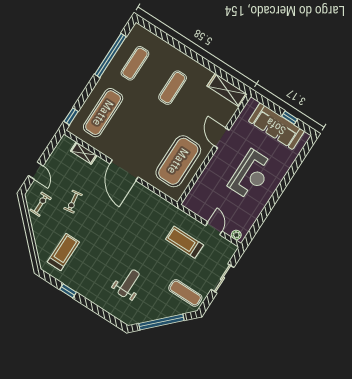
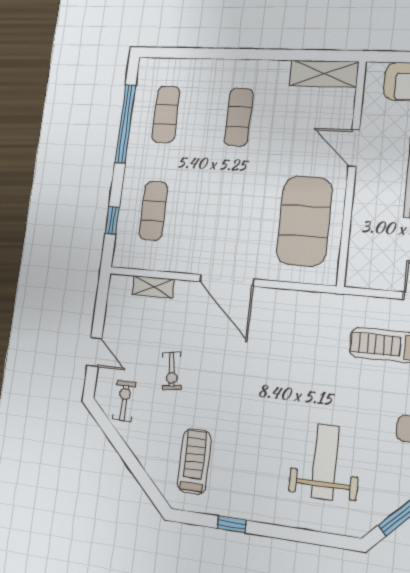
exercise mat: (103, 113) -> (153, 211), width x0.73, depth x0.69
window: (71, 116) -> (112, 220), moved
weight bench: (129, 283) -> (325, 462), width x1.36, depth x1.33

